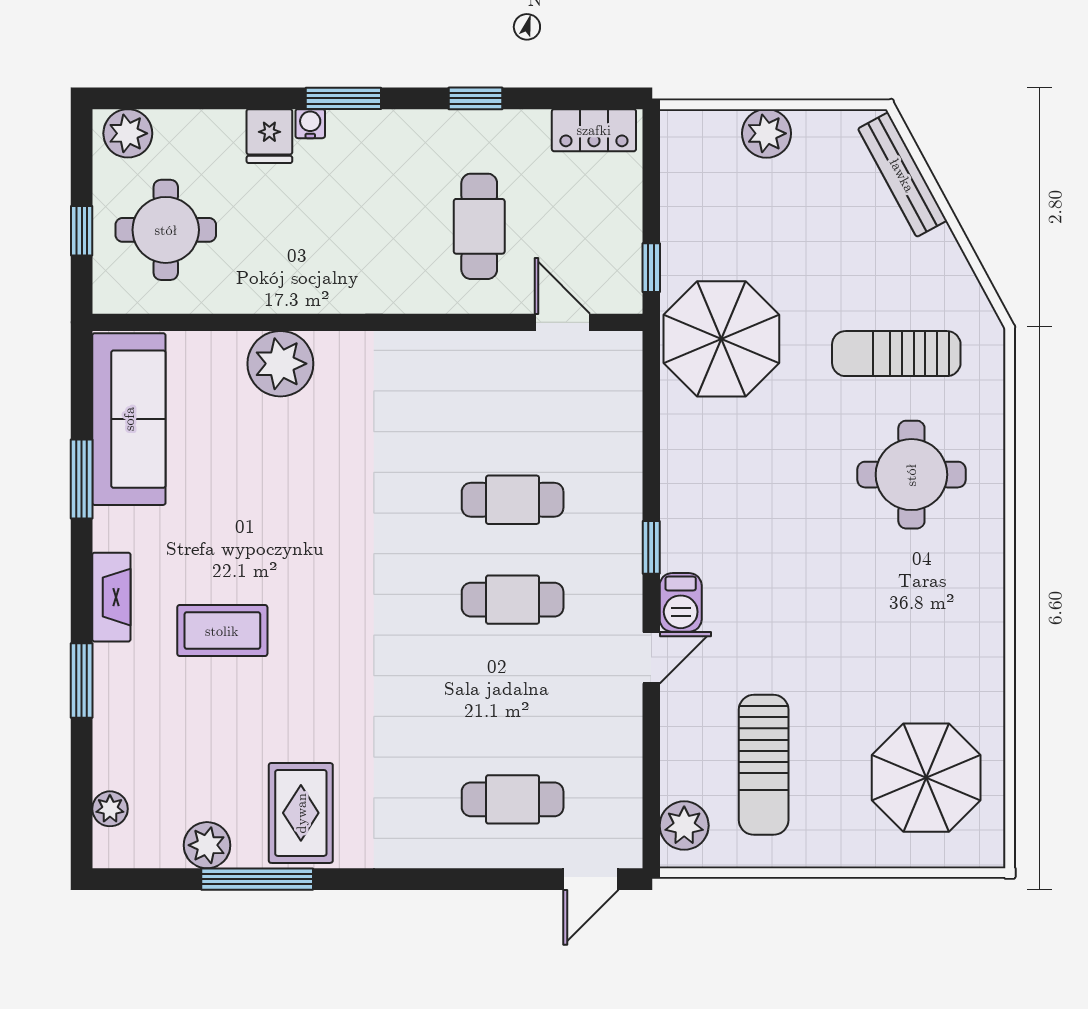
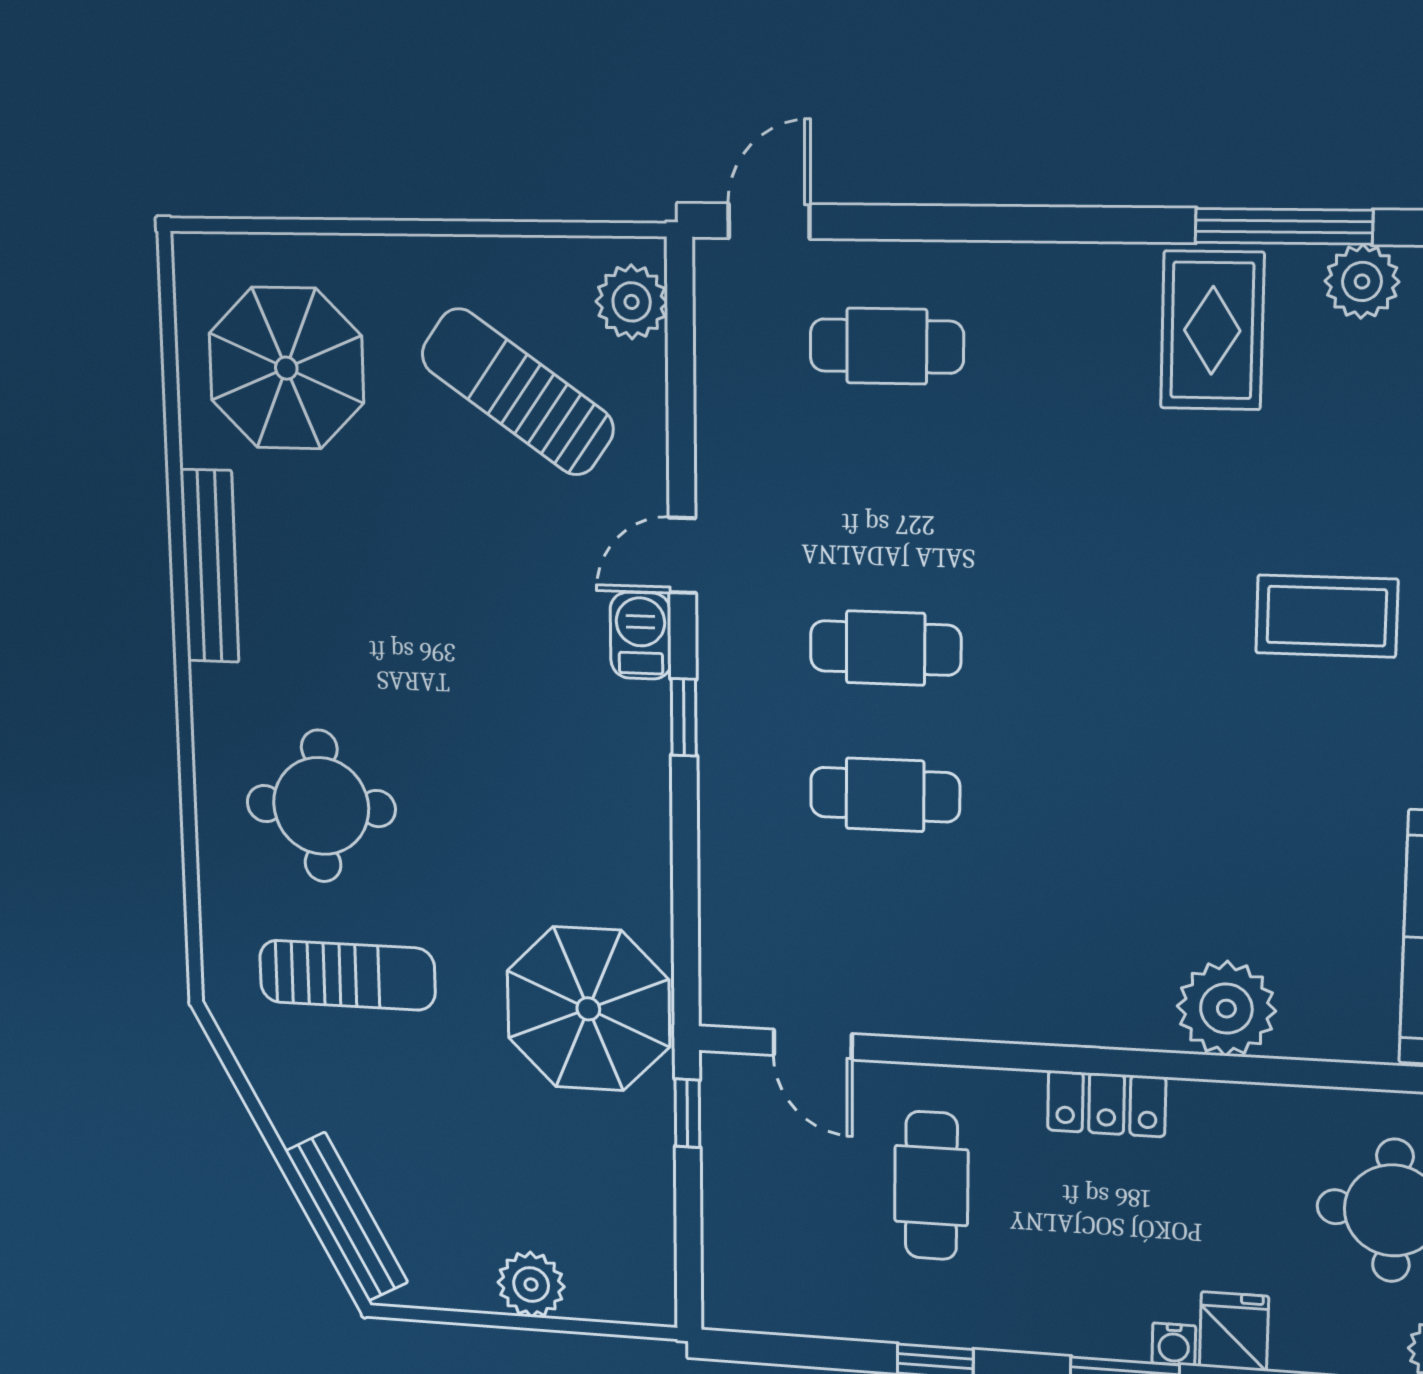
locker: (594, 130) -> (1107, 1104), moved, turned 180
bench: (987, 641) -> (210, 566), added
sun lounger: (764, 765) -> (518, 392), turned -55

